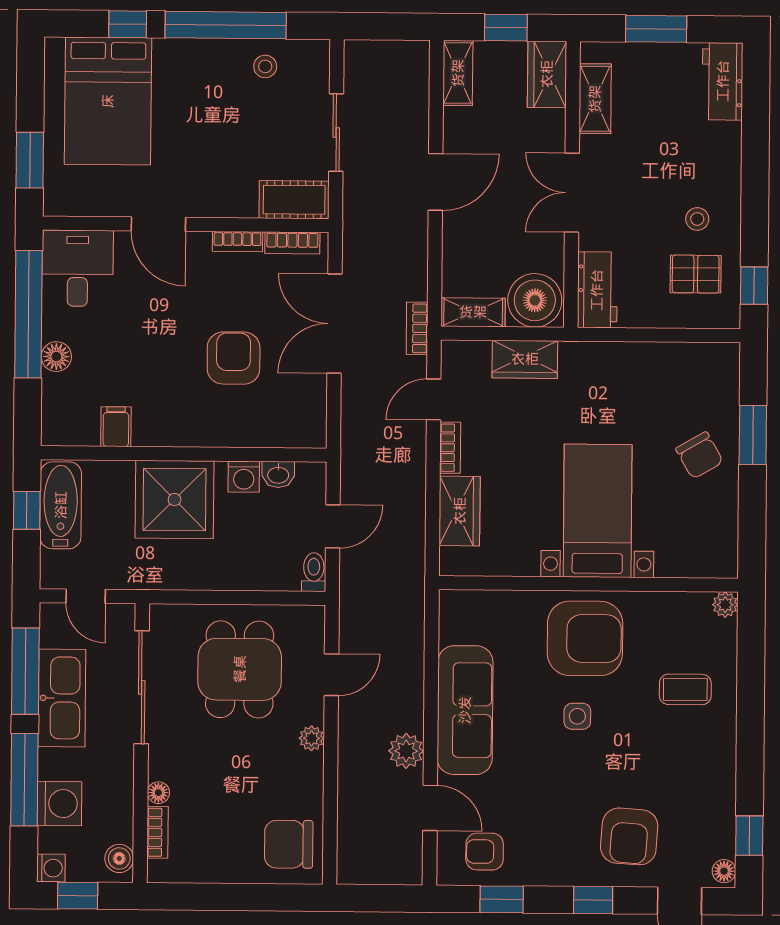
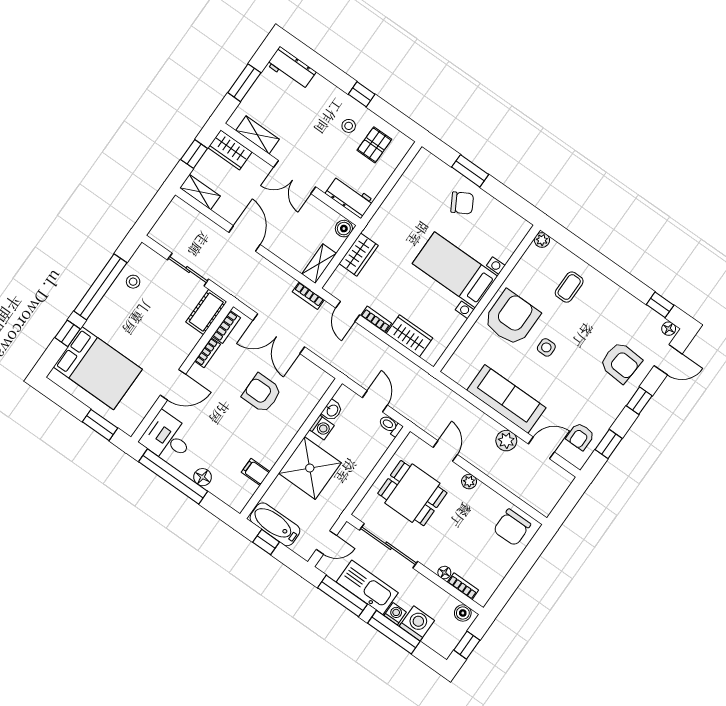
window: (754, 286) -> (362, 94), moved
boiler: (535, 300) -> (344, 229), width x0.54, depth x0.54
washing machine: (51, 868) -> (395, 614), moved

